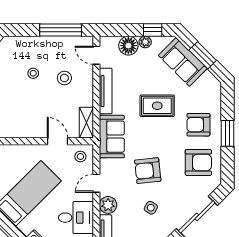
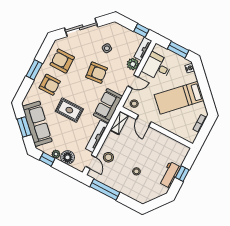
sofa: (183, 62) -> (37, 124), width x1.36
stool: (64, 78) -> (108, 157), moved

